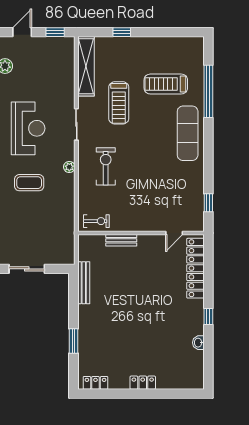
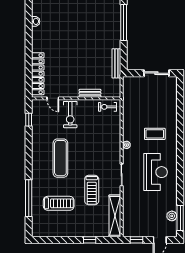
treadmill: (119, 103) -> (92, 190), turned 180
reception desk: (28, 128) -> (155, 172), turned 180
exercise mat: (188, 133) -> (60, 158), moved
exercise bike: (106, 166) -> (70, 115), moved
door: (174, 233) -> (53, 98), swing flipped
window: (208, 316) -> (29, 40), removed
window: (74, 341) -> (124, 23), width x2.11

